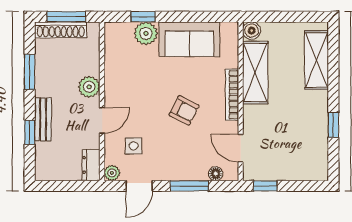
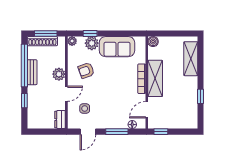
window: (30, 72) -> (24, 65), width x2.11
shelving: (255, 73) -> (155, 78), moved
armchair: (184, 110) -> (86, 70), moved, turned 133
bench: (43, 119) -> (32, 72), moved
door: (241, 148) -> (147, 110), hinge flipped
plant: (112, 173) -> (72, 41), moved

